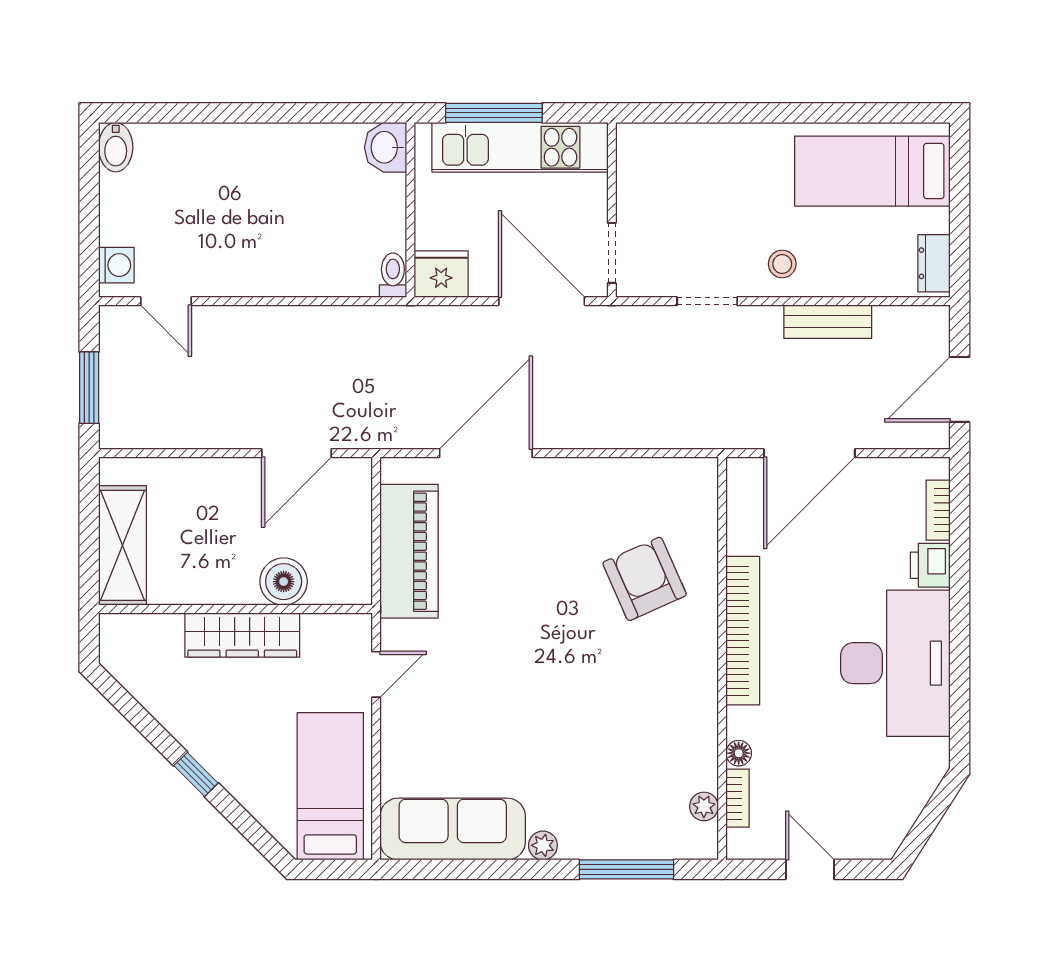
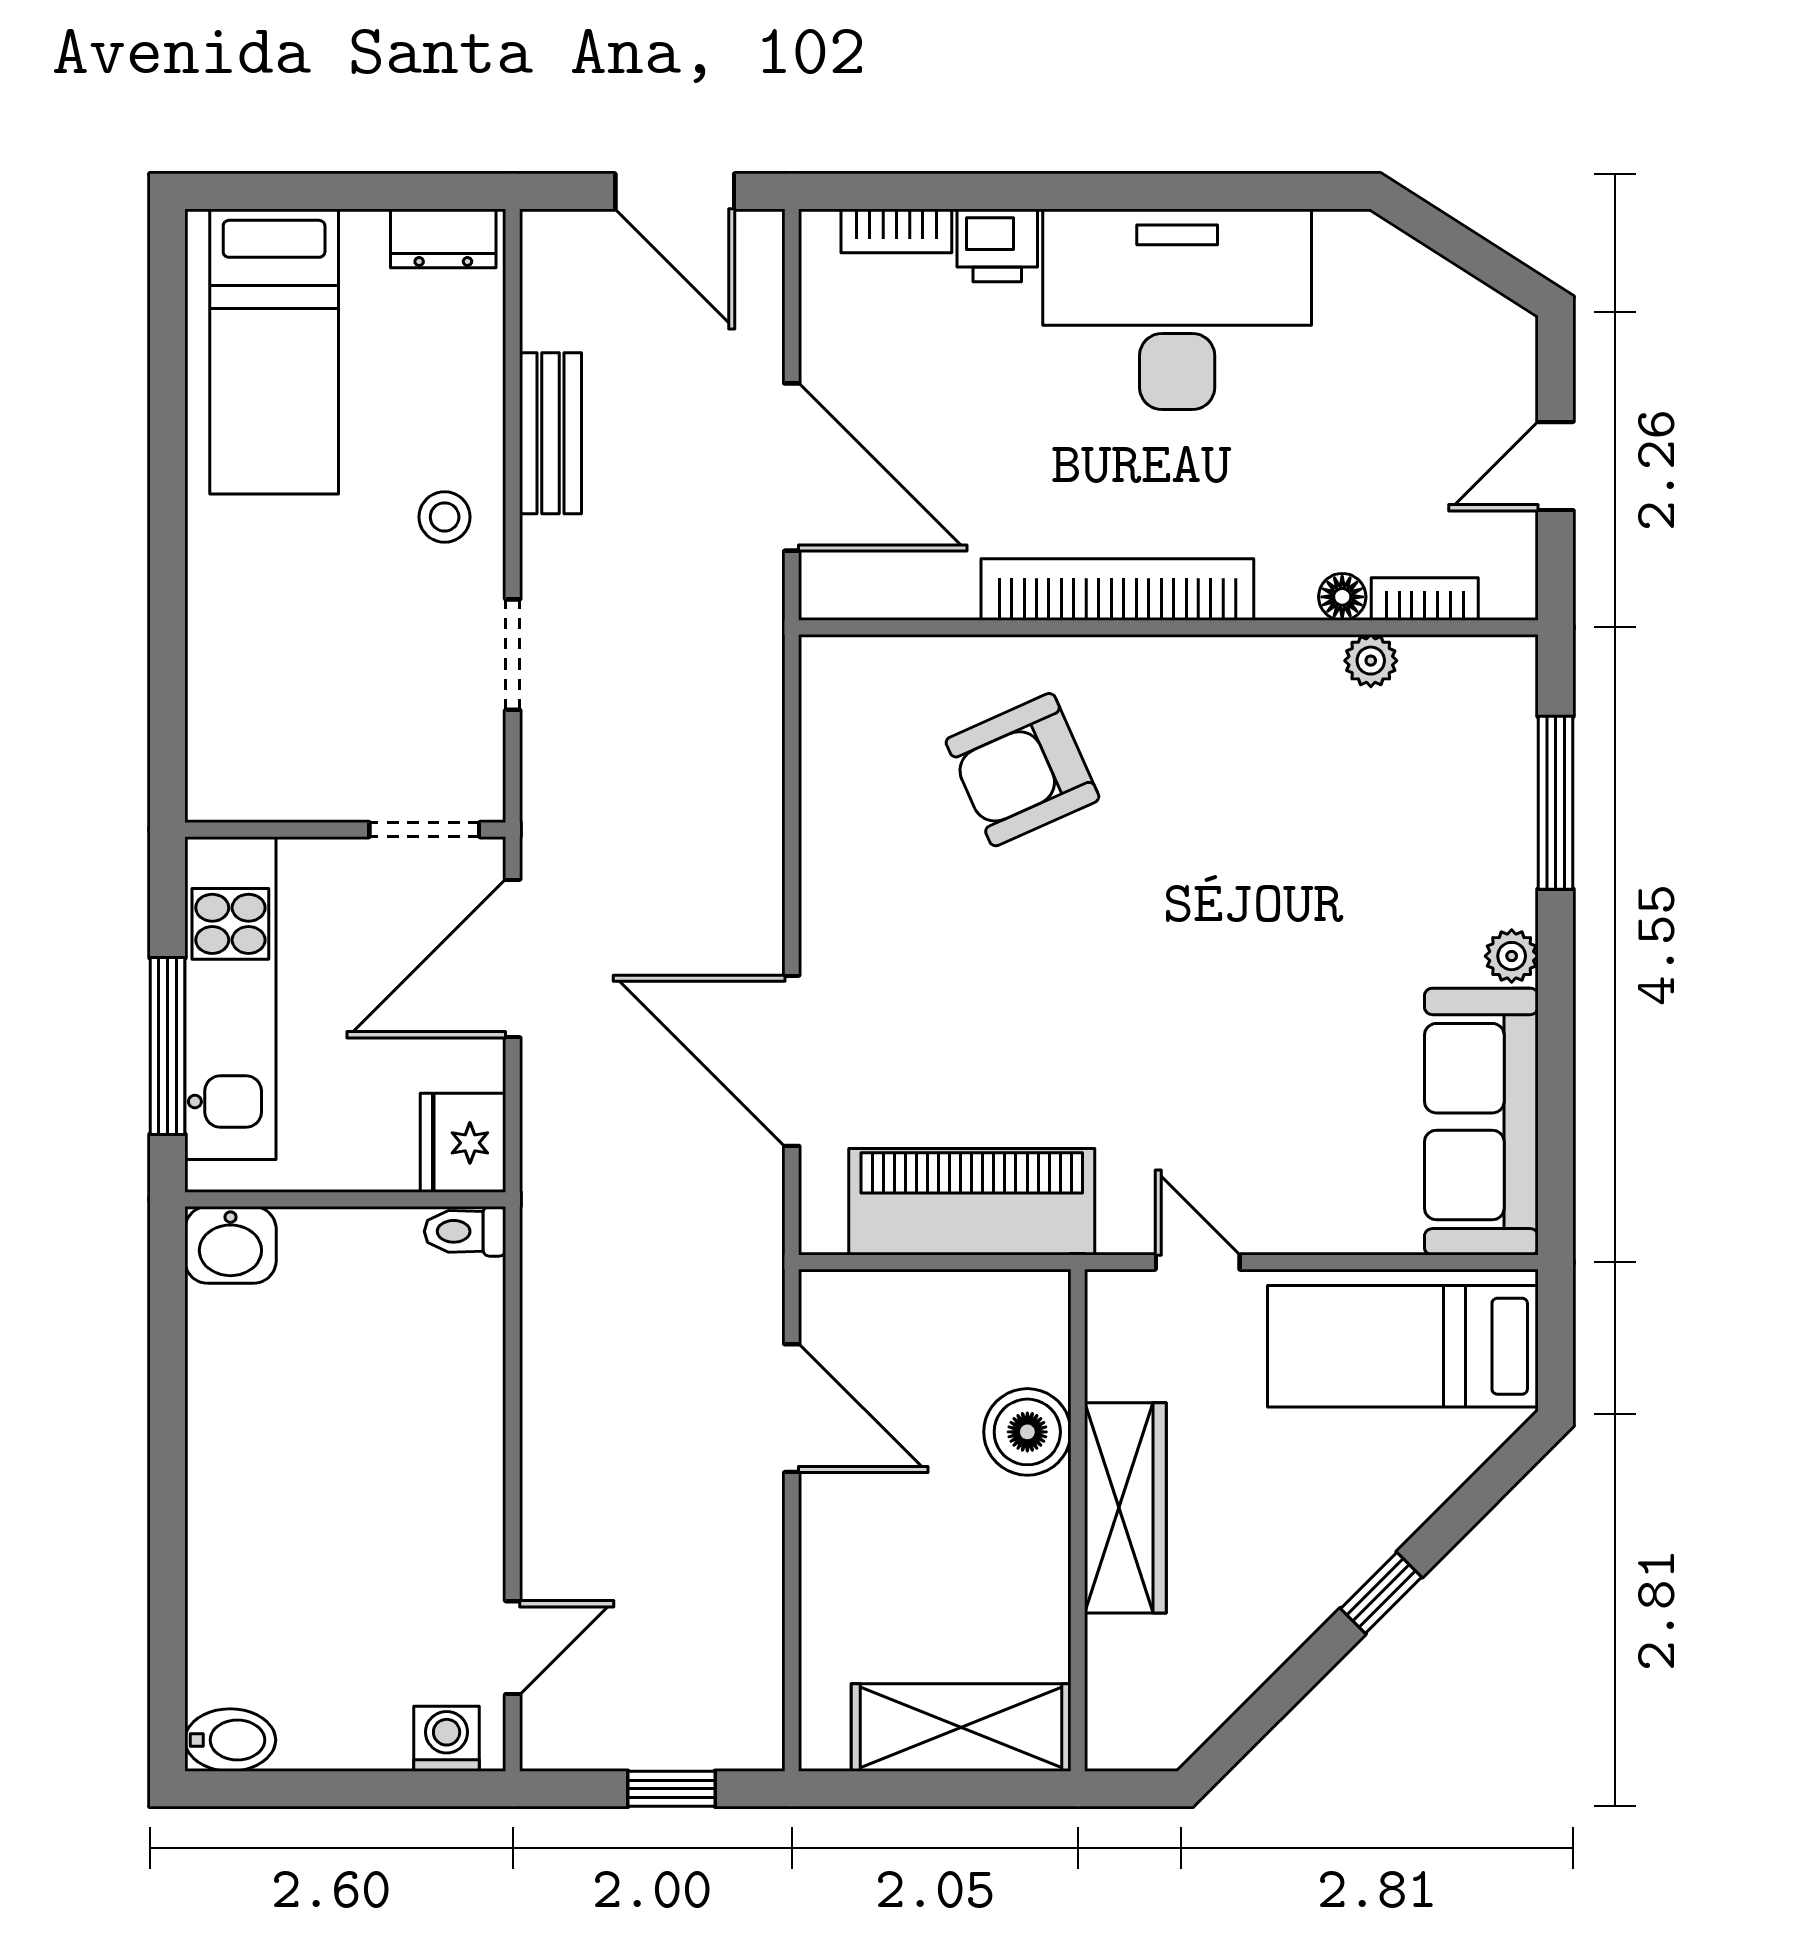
window: (89, 388) -> (671, 1789), width x0.67
plant: (704, 806) -> (1371, 661), moved

